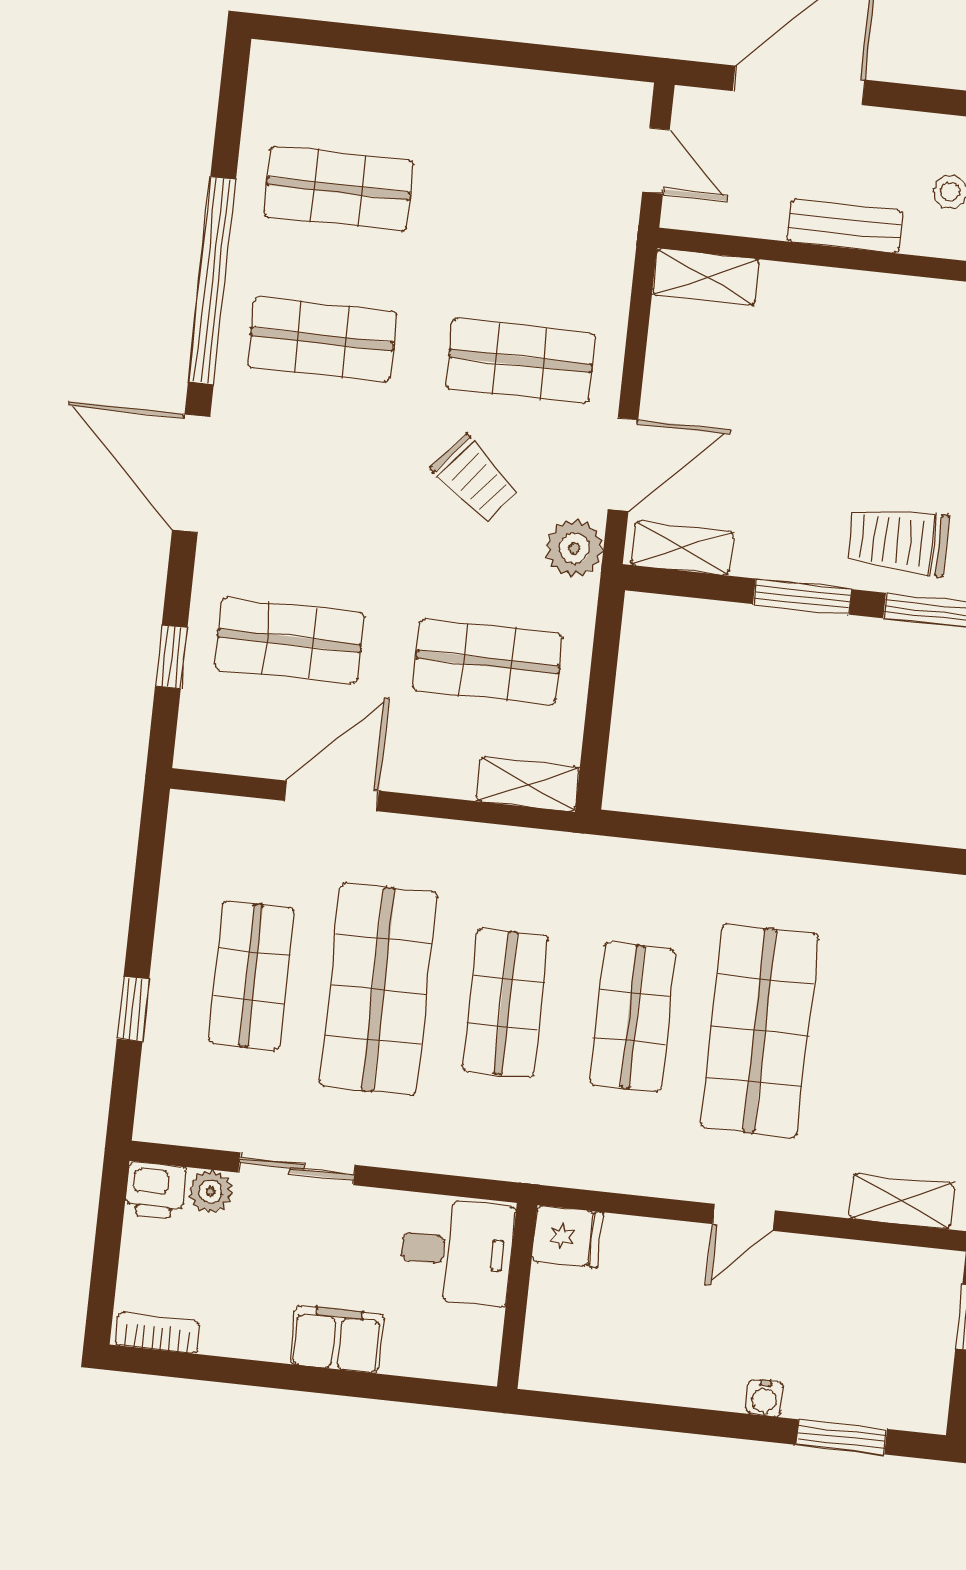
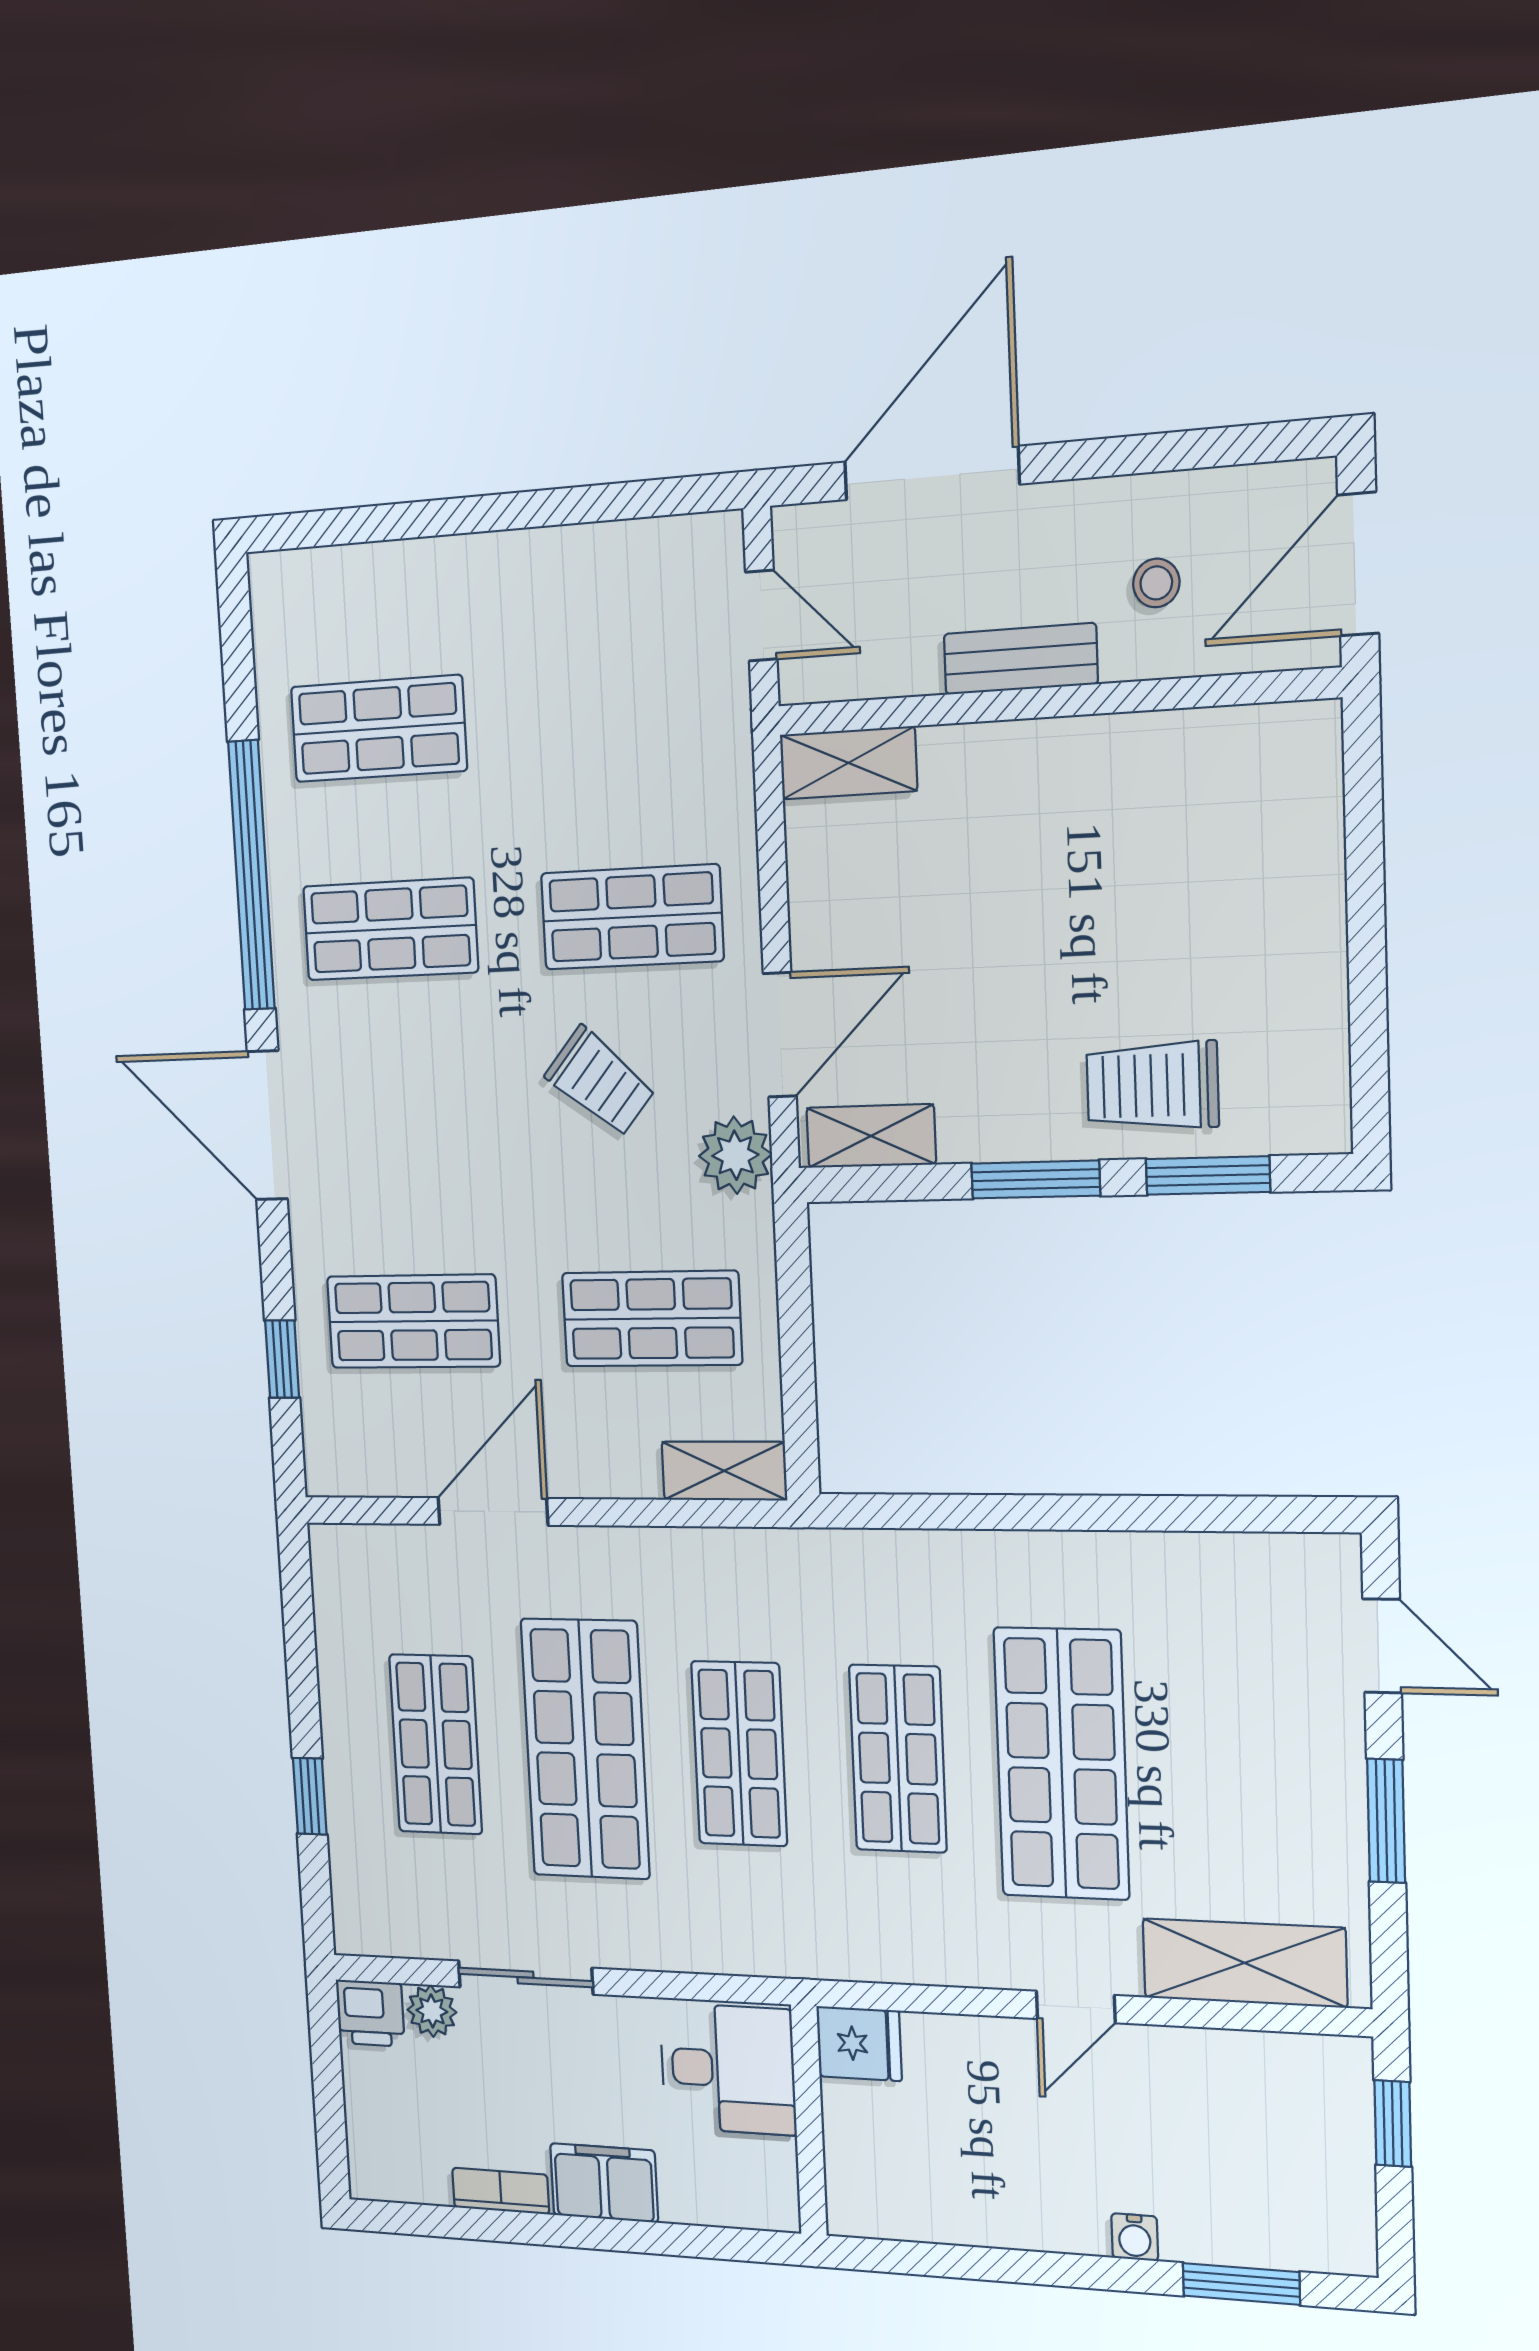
shelving: (902, 1201) -> (1245, 1963), width x1.50, depth x1.33
bookcase: (158, 1333) -> (501, 2191), moved

